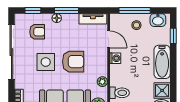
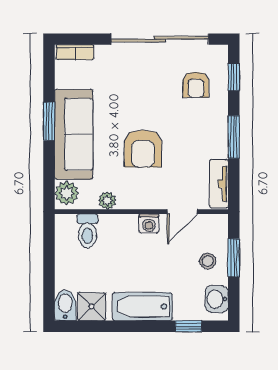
window: (135, 10) -> (234, 258), width x0.69
floor lamp: (57, 18) -> (220, 119), removed
side table: (46, 62) -> (142, 100), removed

